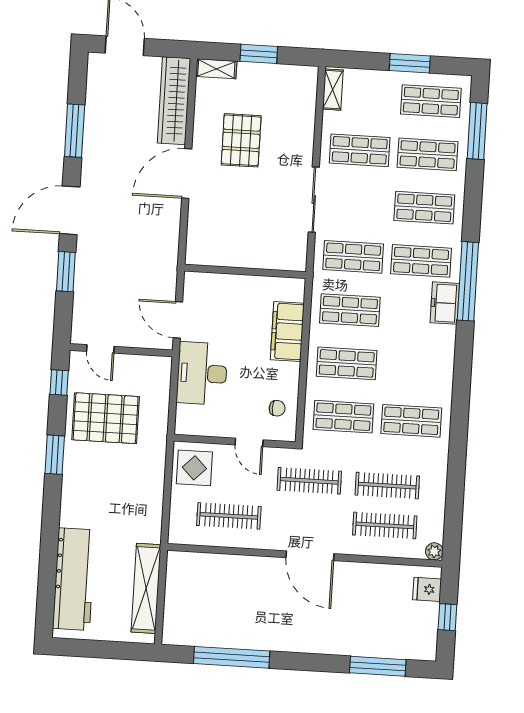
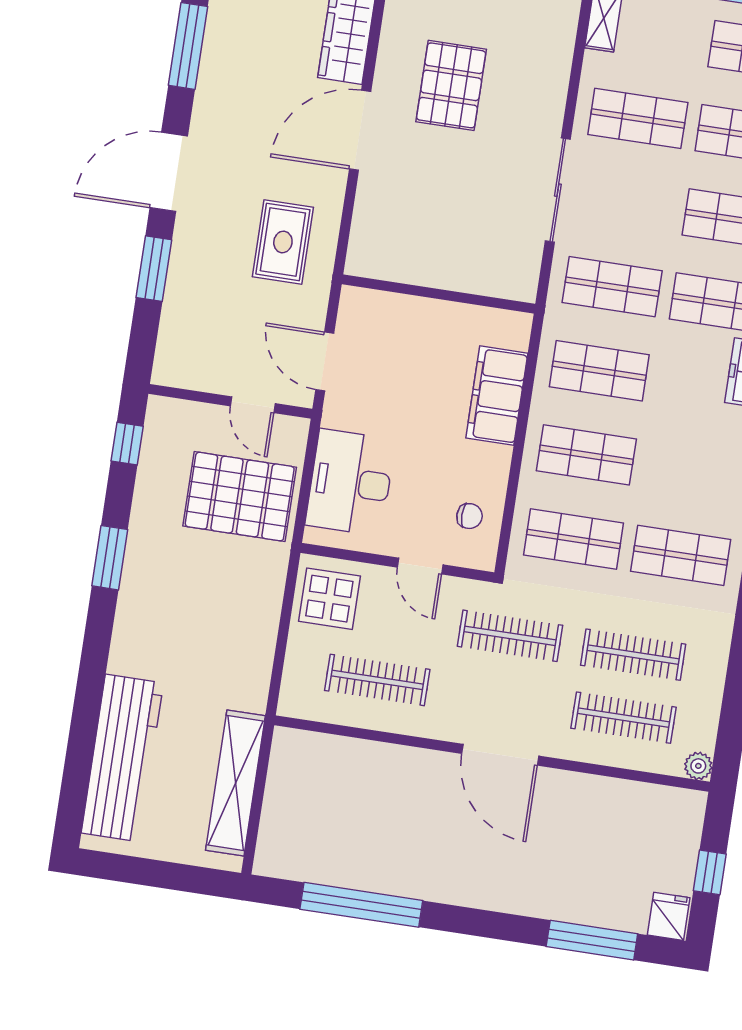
rug: (145, 248) -> (283, 242), added
door: (100, 349) -> (253, 405), moved
desk: (202, 373) -> (350, 482), moved
pallet: (106, 418) -> (240, 497), moved
fridge: (427, 589) -> (669, 916), moved, turned 90

